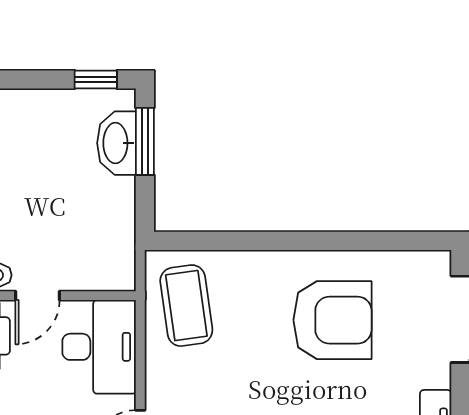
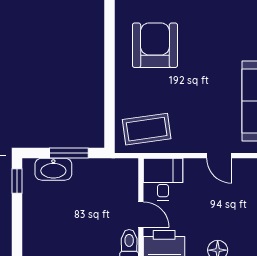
window: (145, 141) -> (69, 153), moved
desk: (99, 347) -> (163, 179), width x0.73

